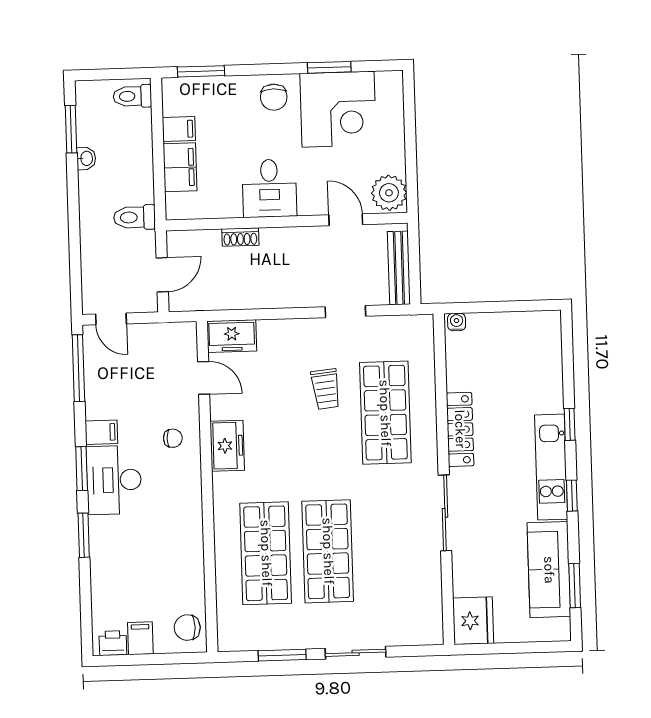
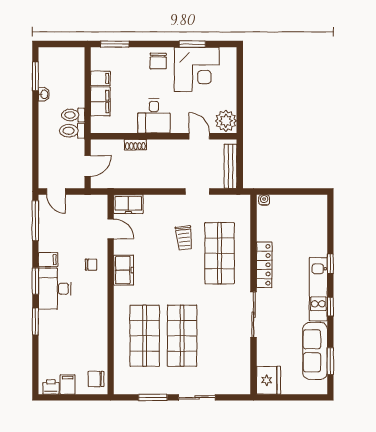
toilet: (132, 96) -> (73, 115), moved

